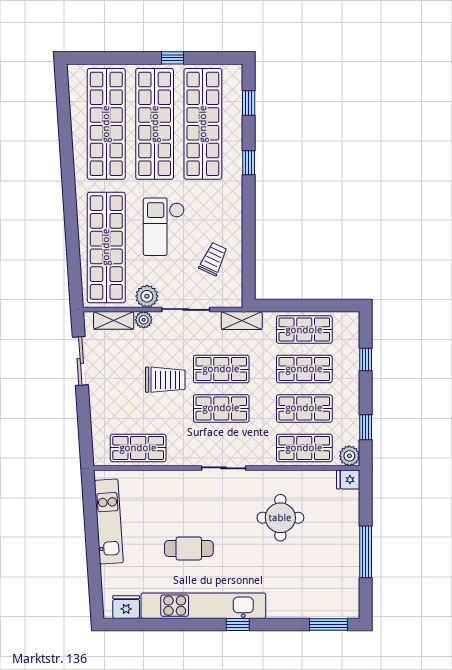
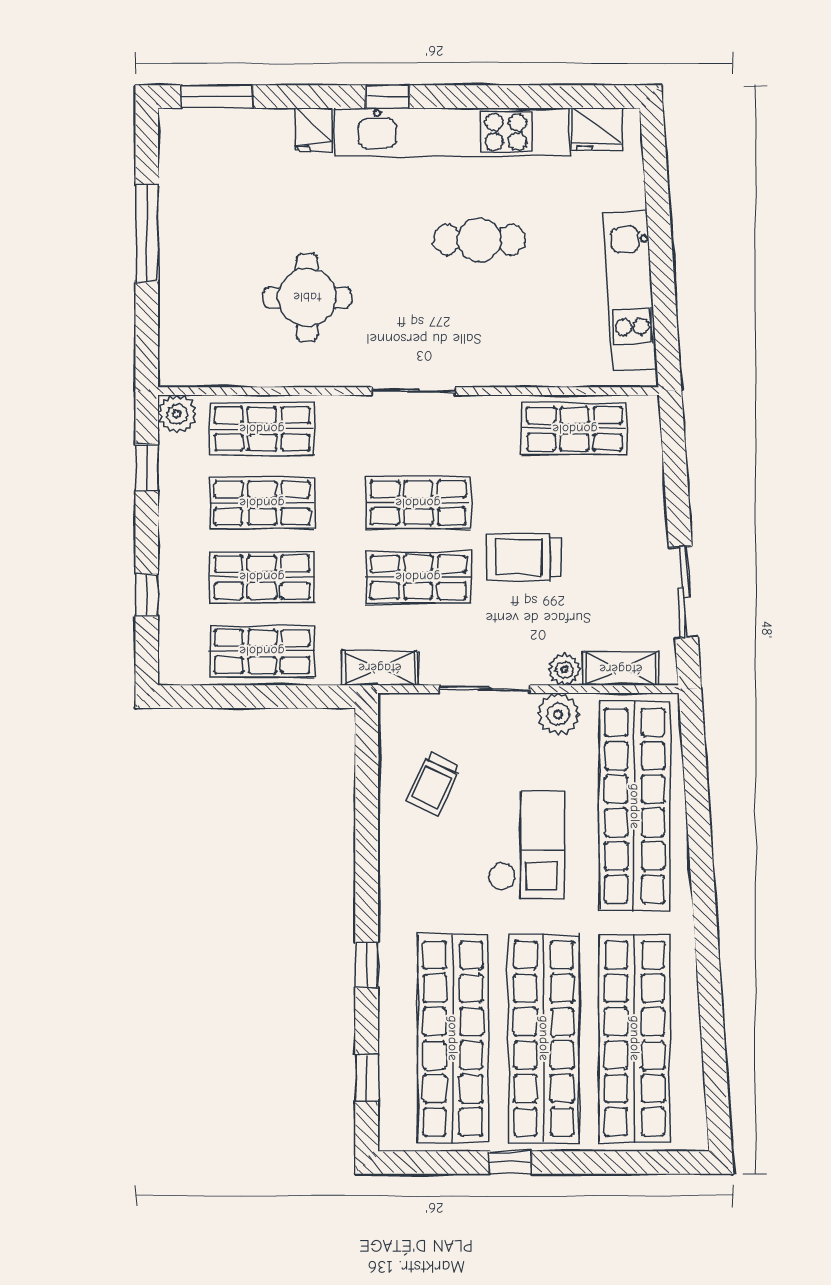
fridge: (348, 480) -> (314, 129), moved, turned 90

